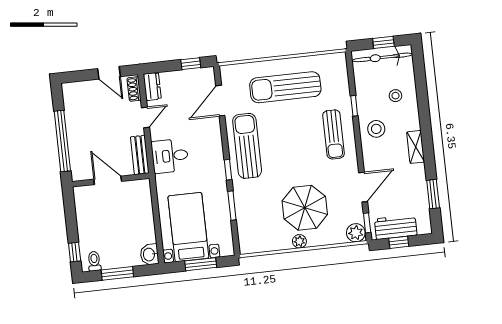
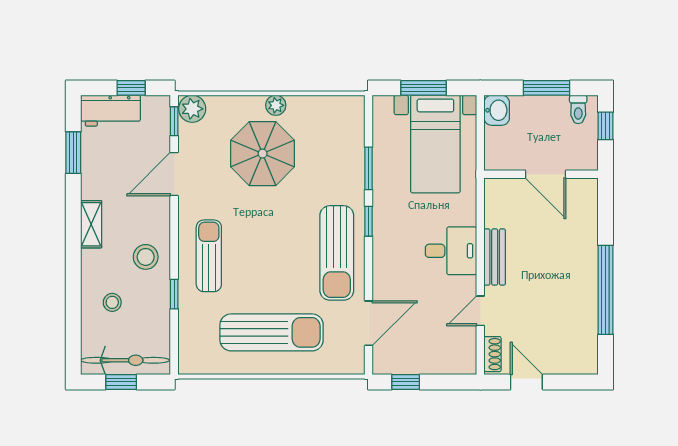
dresser: (152, 86) -> (466, 355), removed
door: (108, 180) -> (546, 174), moved
wall: (111, 180) -> (541, 174), moved
workbench: (396, 227) -> (110, 111), moved

